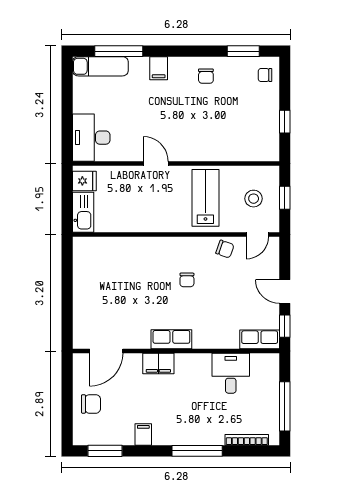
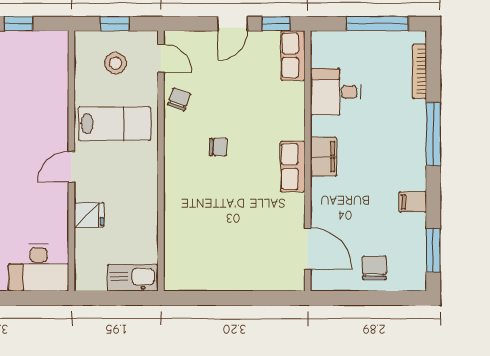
door: (156, 164) -> (71, 167), moved
fridge: (84, 181) -> (89, 215), moved, turned 90
lab bench: (205, 198) -> (115, 124), turned 180
filing cabinet: (158, 364) -> (323, 157), moved

